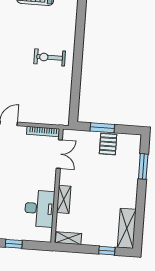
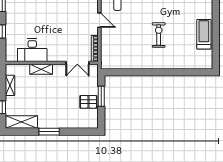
exercise bike: (50, 57) -> (159, 35), moved
window: (143, 166) -> (49, 132), moved
shelving: (68, 238) -> (10, 85), moved

